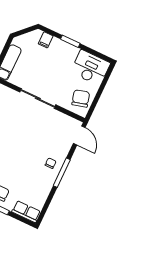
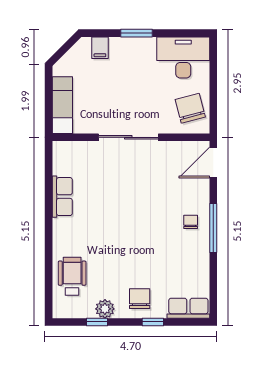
door: (79, 135) -> (213, 163), swing flipped

